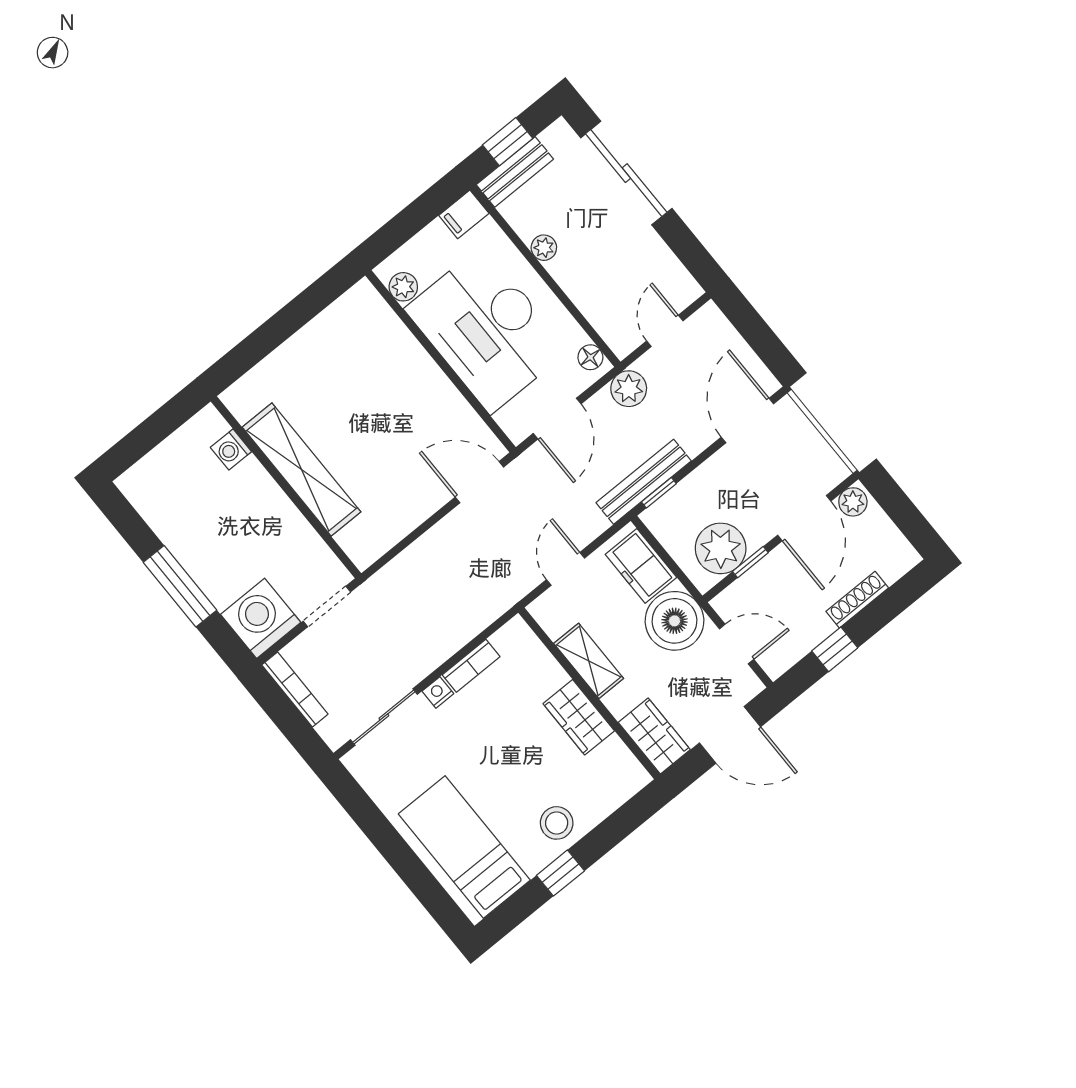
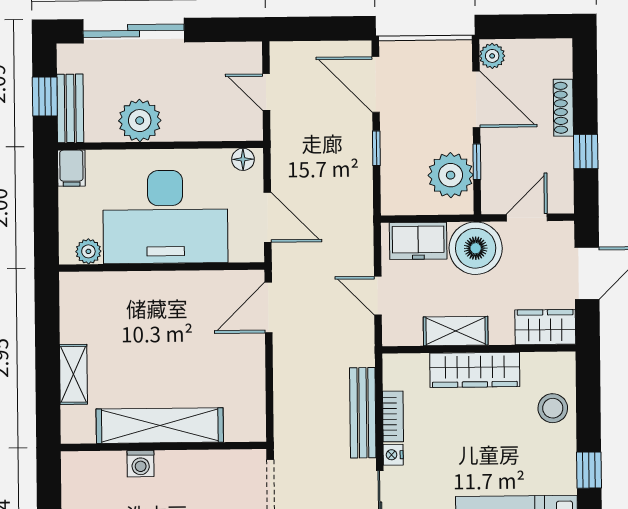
plant: (544, 248) -> (140, 121), width x1.88, depth x1.88
shelving: (286, 359) -> (73, 374), added
plant: (629, 389) -> (287, 150), removed
washing machine: (231, 450) -> (141, 464), moved
bench: (644, 482) -> (363, 413), moved
window: (659, 493) -> (376, 148), moved
wardrobe: (579, 717) -> (475, 370), width x1.50
stool: (557, 823) -> (553, 408), moved

